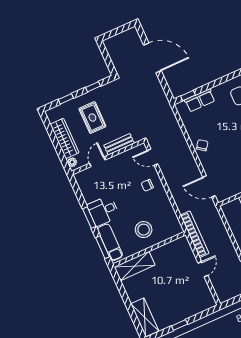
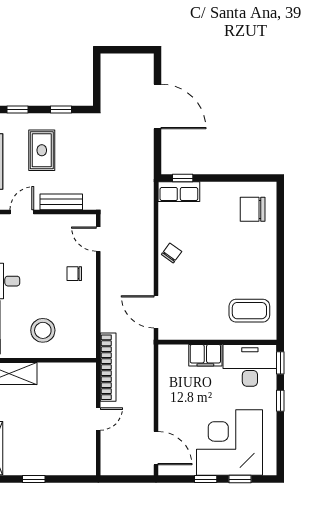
row of seats: (200, 100) -> (179, 192), moved

